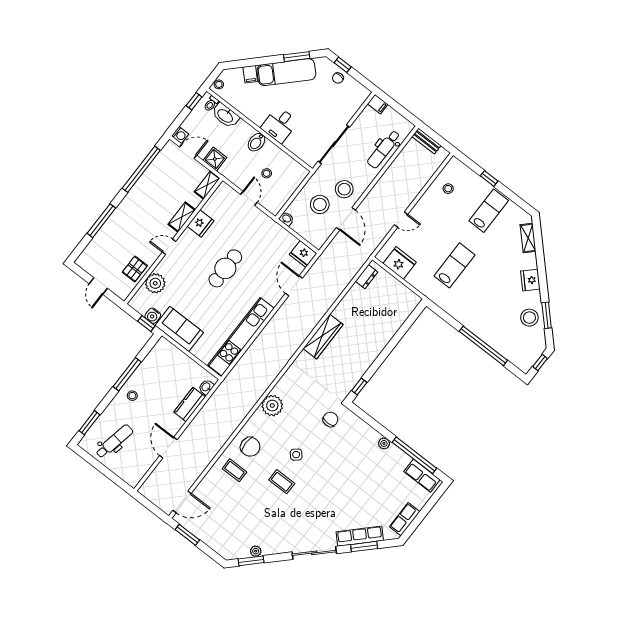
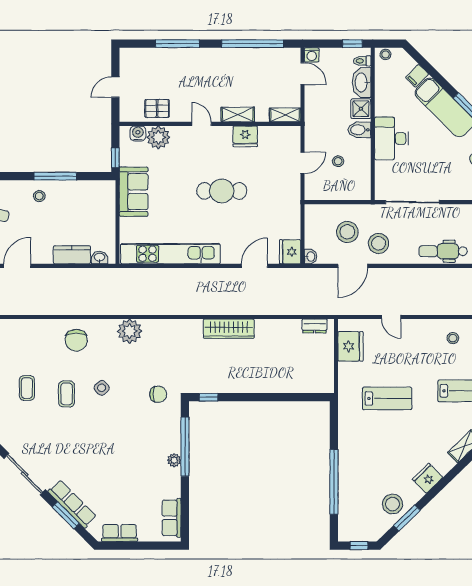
desk: (279, 125) -> (392, 138), width x1.37
shower: (215, 159) -> (361, 109), moved
washbasin: (286, 219) -> (311, 256), moved
water cooler: (153, 316) -> (138, 133), moved, turned 90
window: (414, 455) -> (185, 447), moved
coffee table: (234, 470) -> (27, 388), moved

